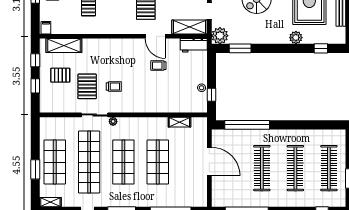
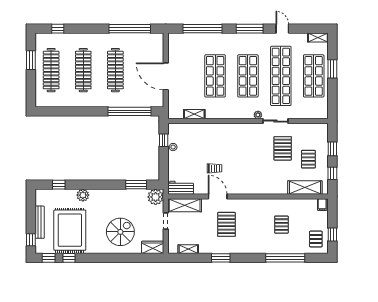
pallet: (60, 75) -> (308, 159), turned 90
trolley: (114, 87) -> (257, 148), removed

